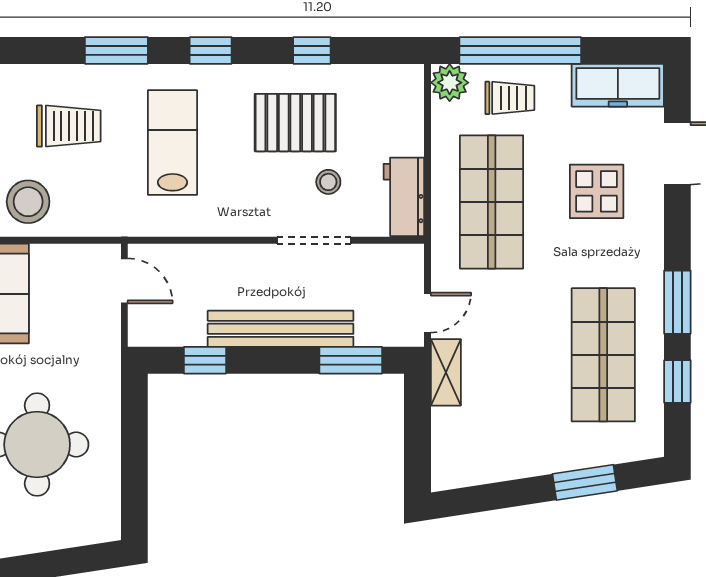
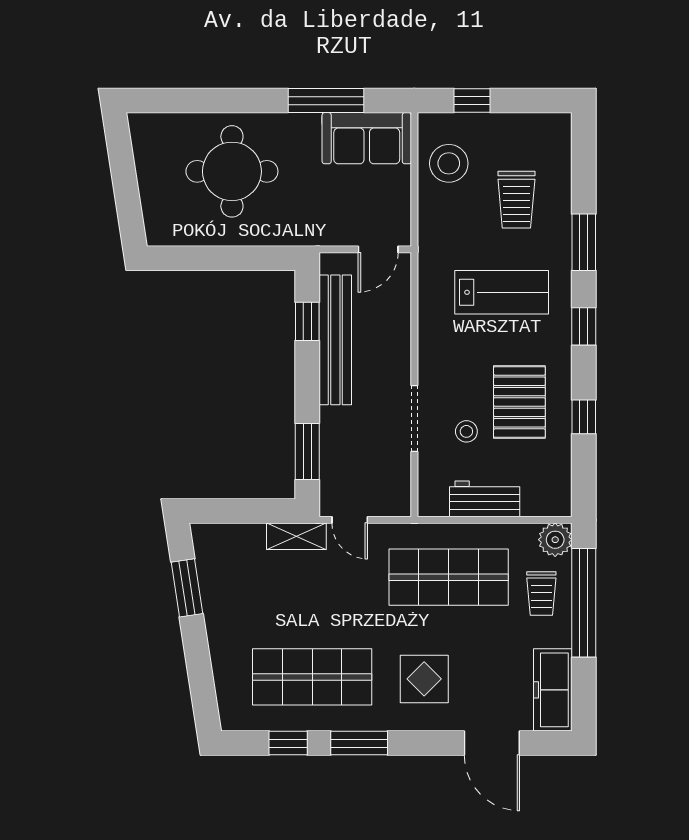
display table: (597, 191) -> (424, 679), moved
workbench: (404, 197) -> (485, 499), moved
bench: (281, 329) -> (335, 340), moved
window: (585, 482) -> (187, 588), moved

